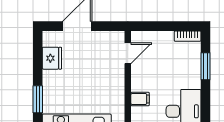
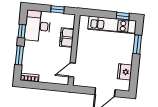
filing cabinet: (140, 99) -> (67, 37), width x2.00
window: (205, 102) -> (22, 31), added

